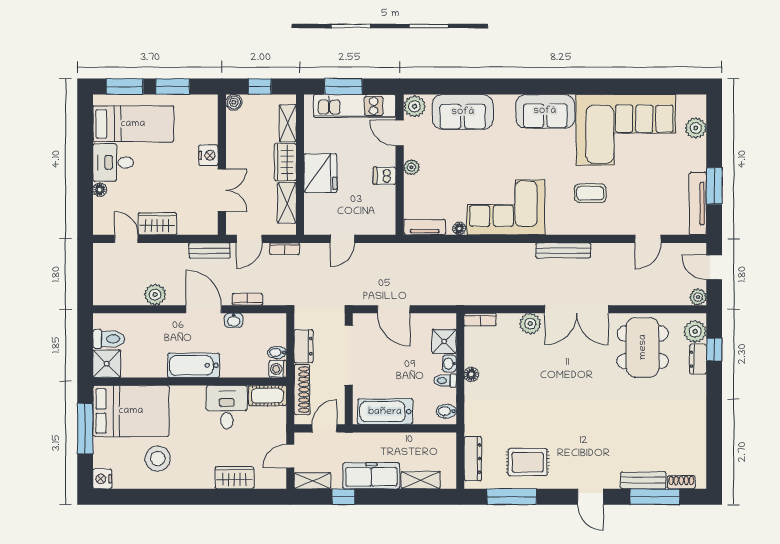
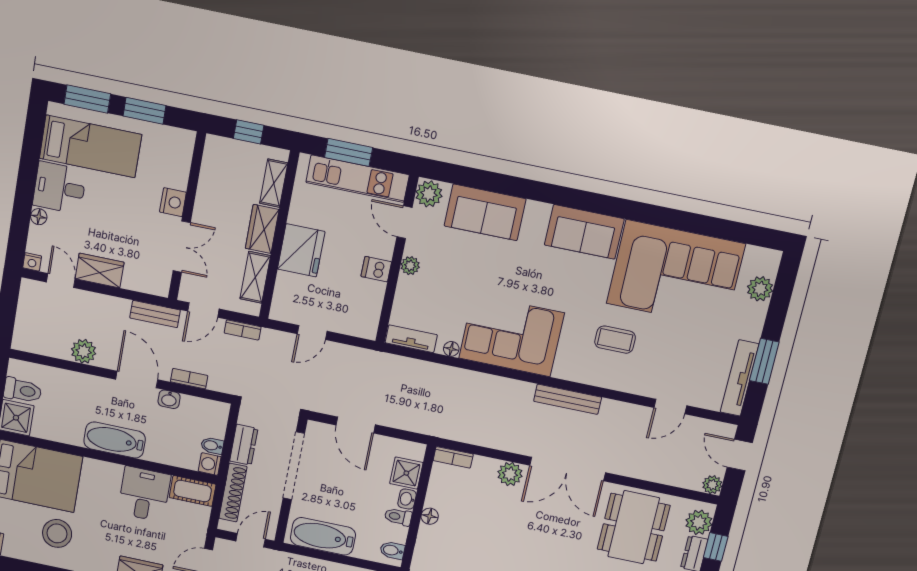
boiler: (234, 102) -> (214, 145), removed
nightstand: (100, 228) -> (32, 262), added

